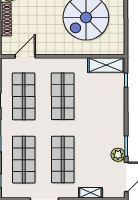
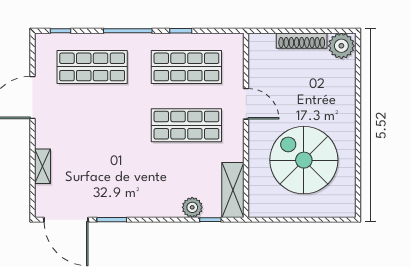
door: (25, 56) -> (246, 104), moved
plant: (118, 155) -> (192, 207), moved
shop shelf: (63, 159) -> (92, 125), removed

